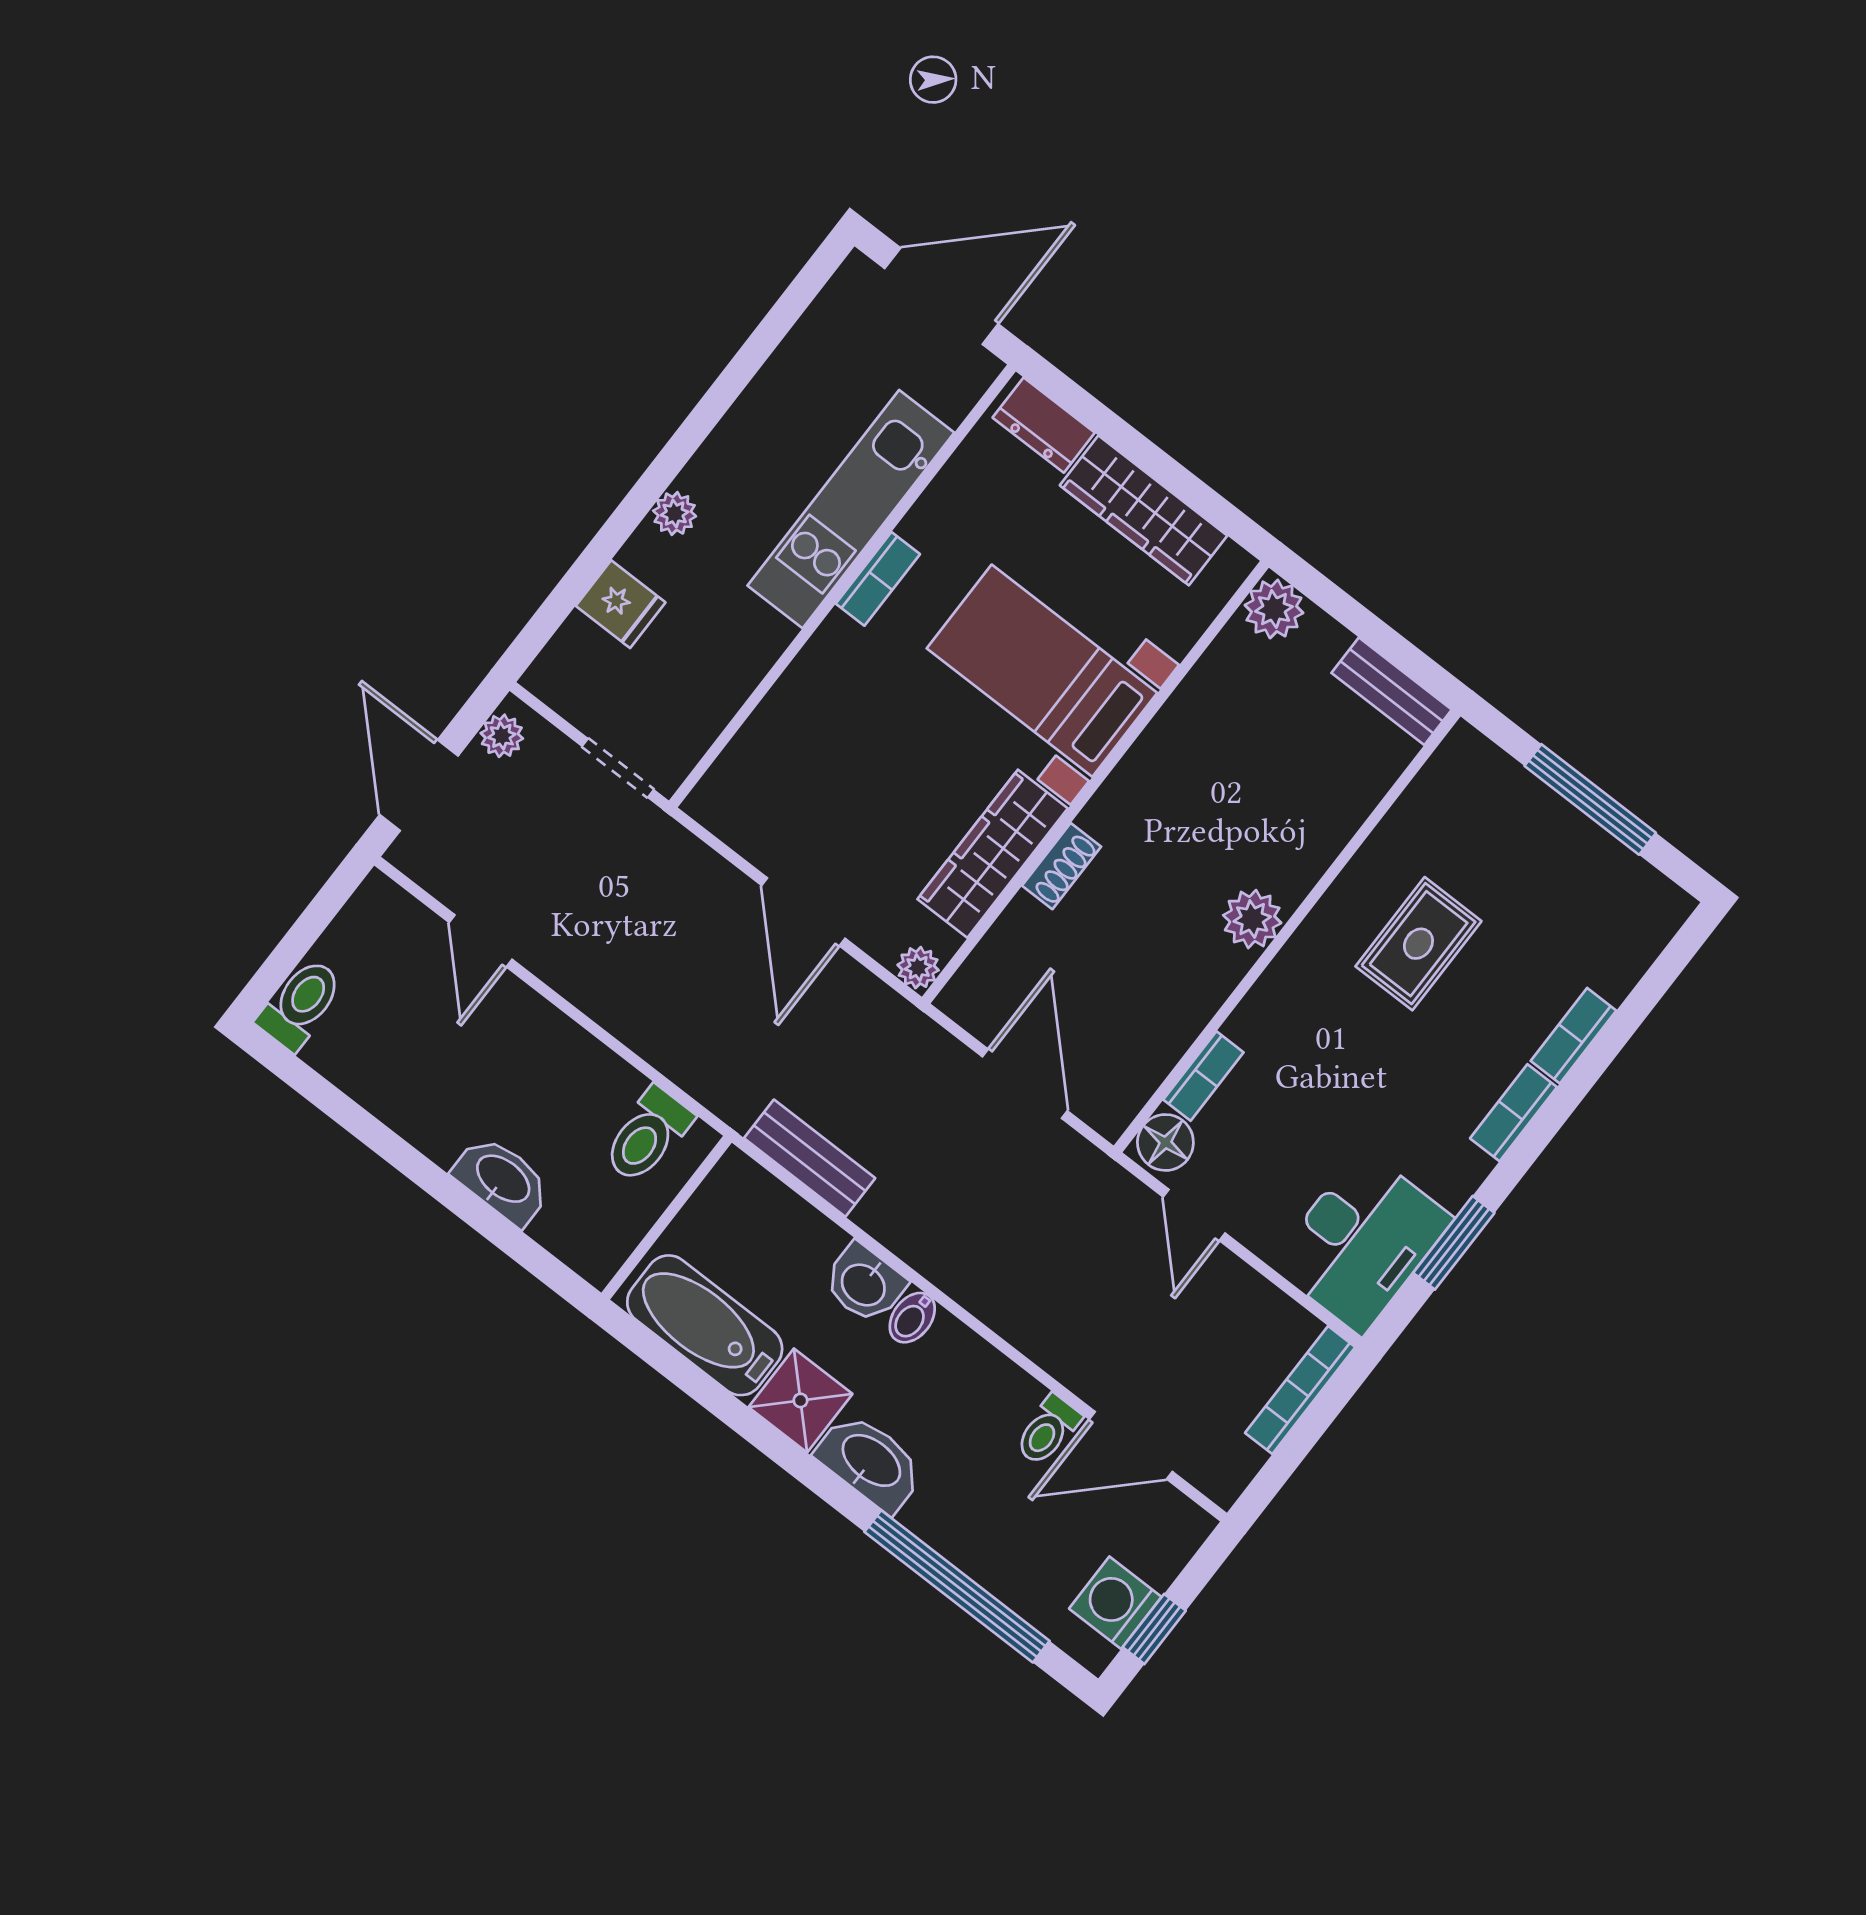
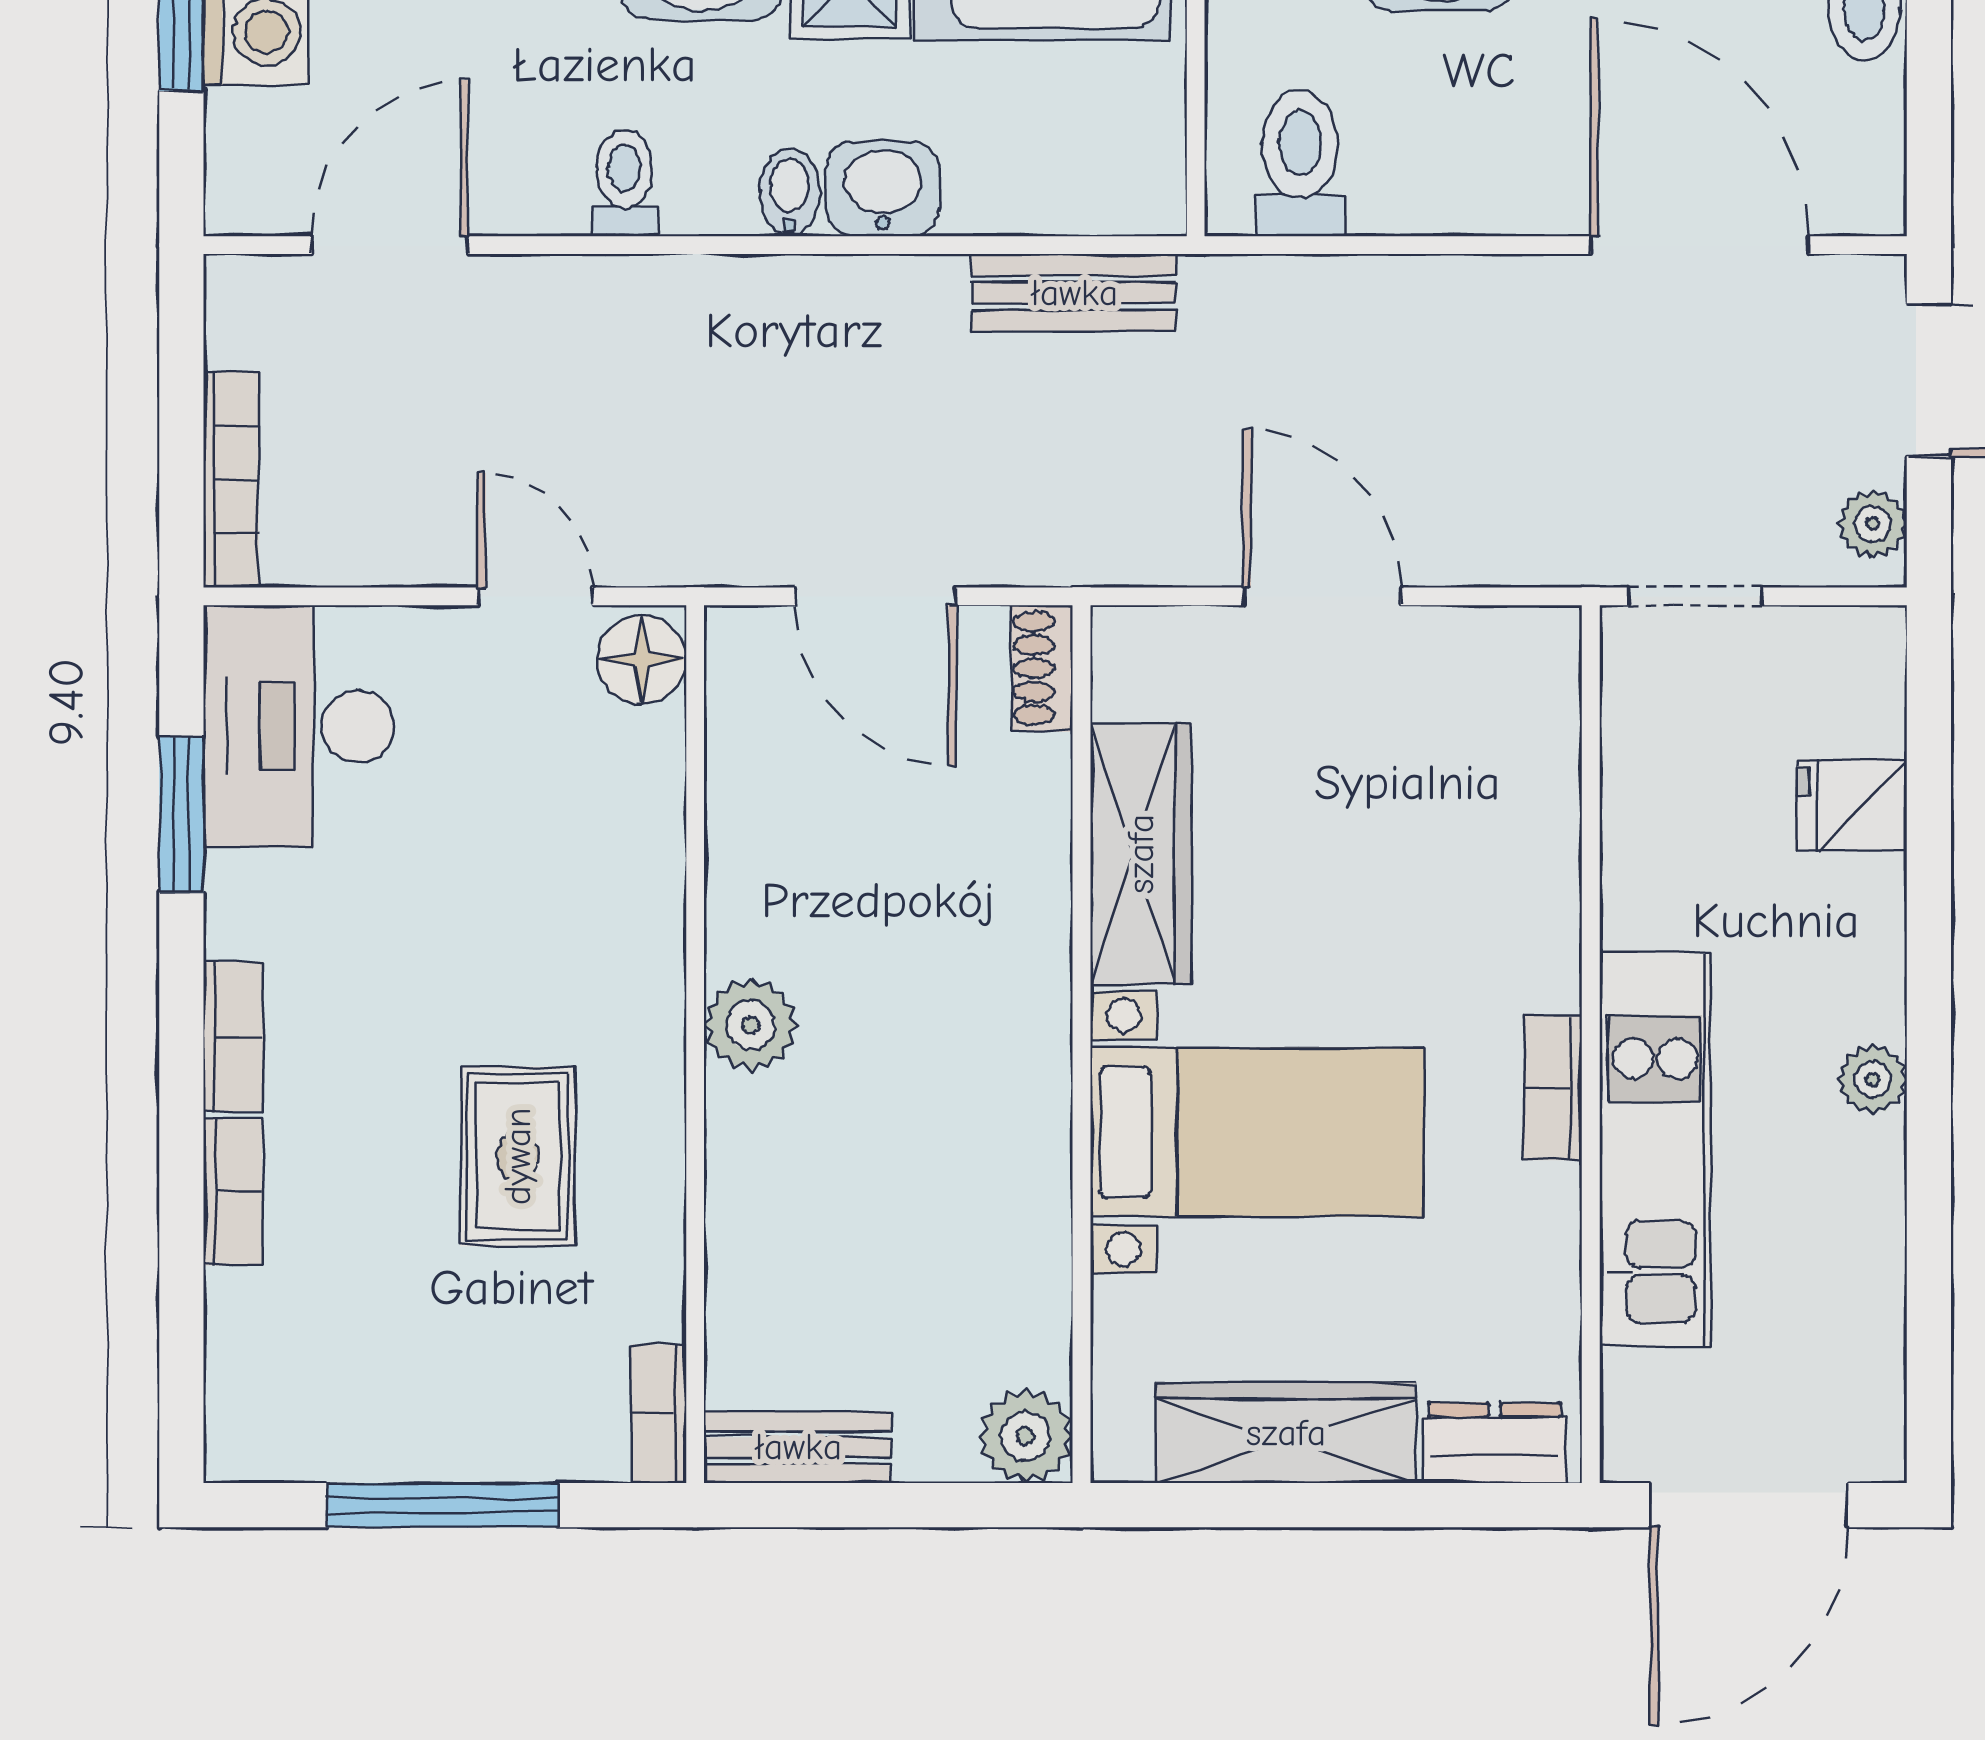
plant: (675, 513) -> (1872, 1079), moved
shoe rack: (1062, 866) -> (1042, 668), moved
door: (481, 941) -> (1700, 245), width x1.88
plant: (918, 968) -> (1123, 638), removed
bookcase: (1203, 1076) -> (659, 1413), moved
toilet: (1048, 1430) -> (624, 183), moved

